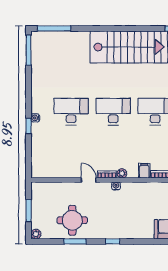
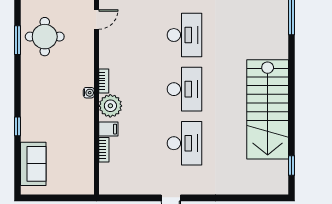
plant: (122, 173) -> (110, 106), width x1.87, depth x1.87
door: (89, 180) -> (97, 19), moved
window: (113, 241) -> (18, 126), moved

